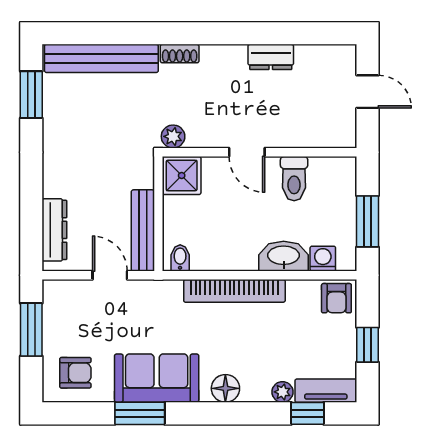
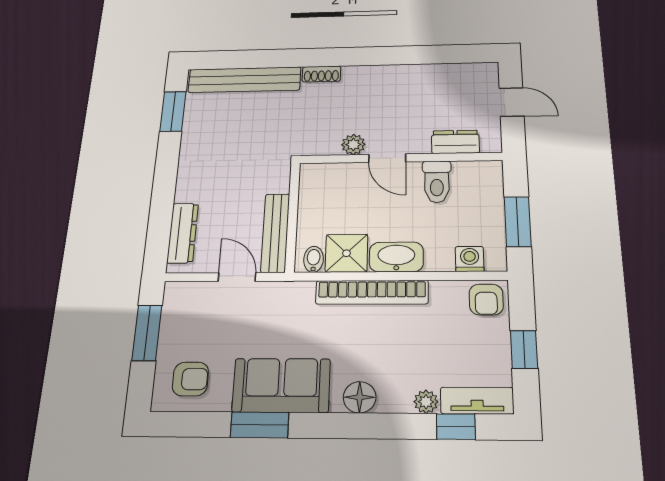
dresser: (271, 57) -> (455, 142), moved, turned 180
plant: (173, 136) -> (353, 145), moved
shower: (182, 175) -> (346, 253), moved
washbasin: (284, 256) -> (396, 257), moved

